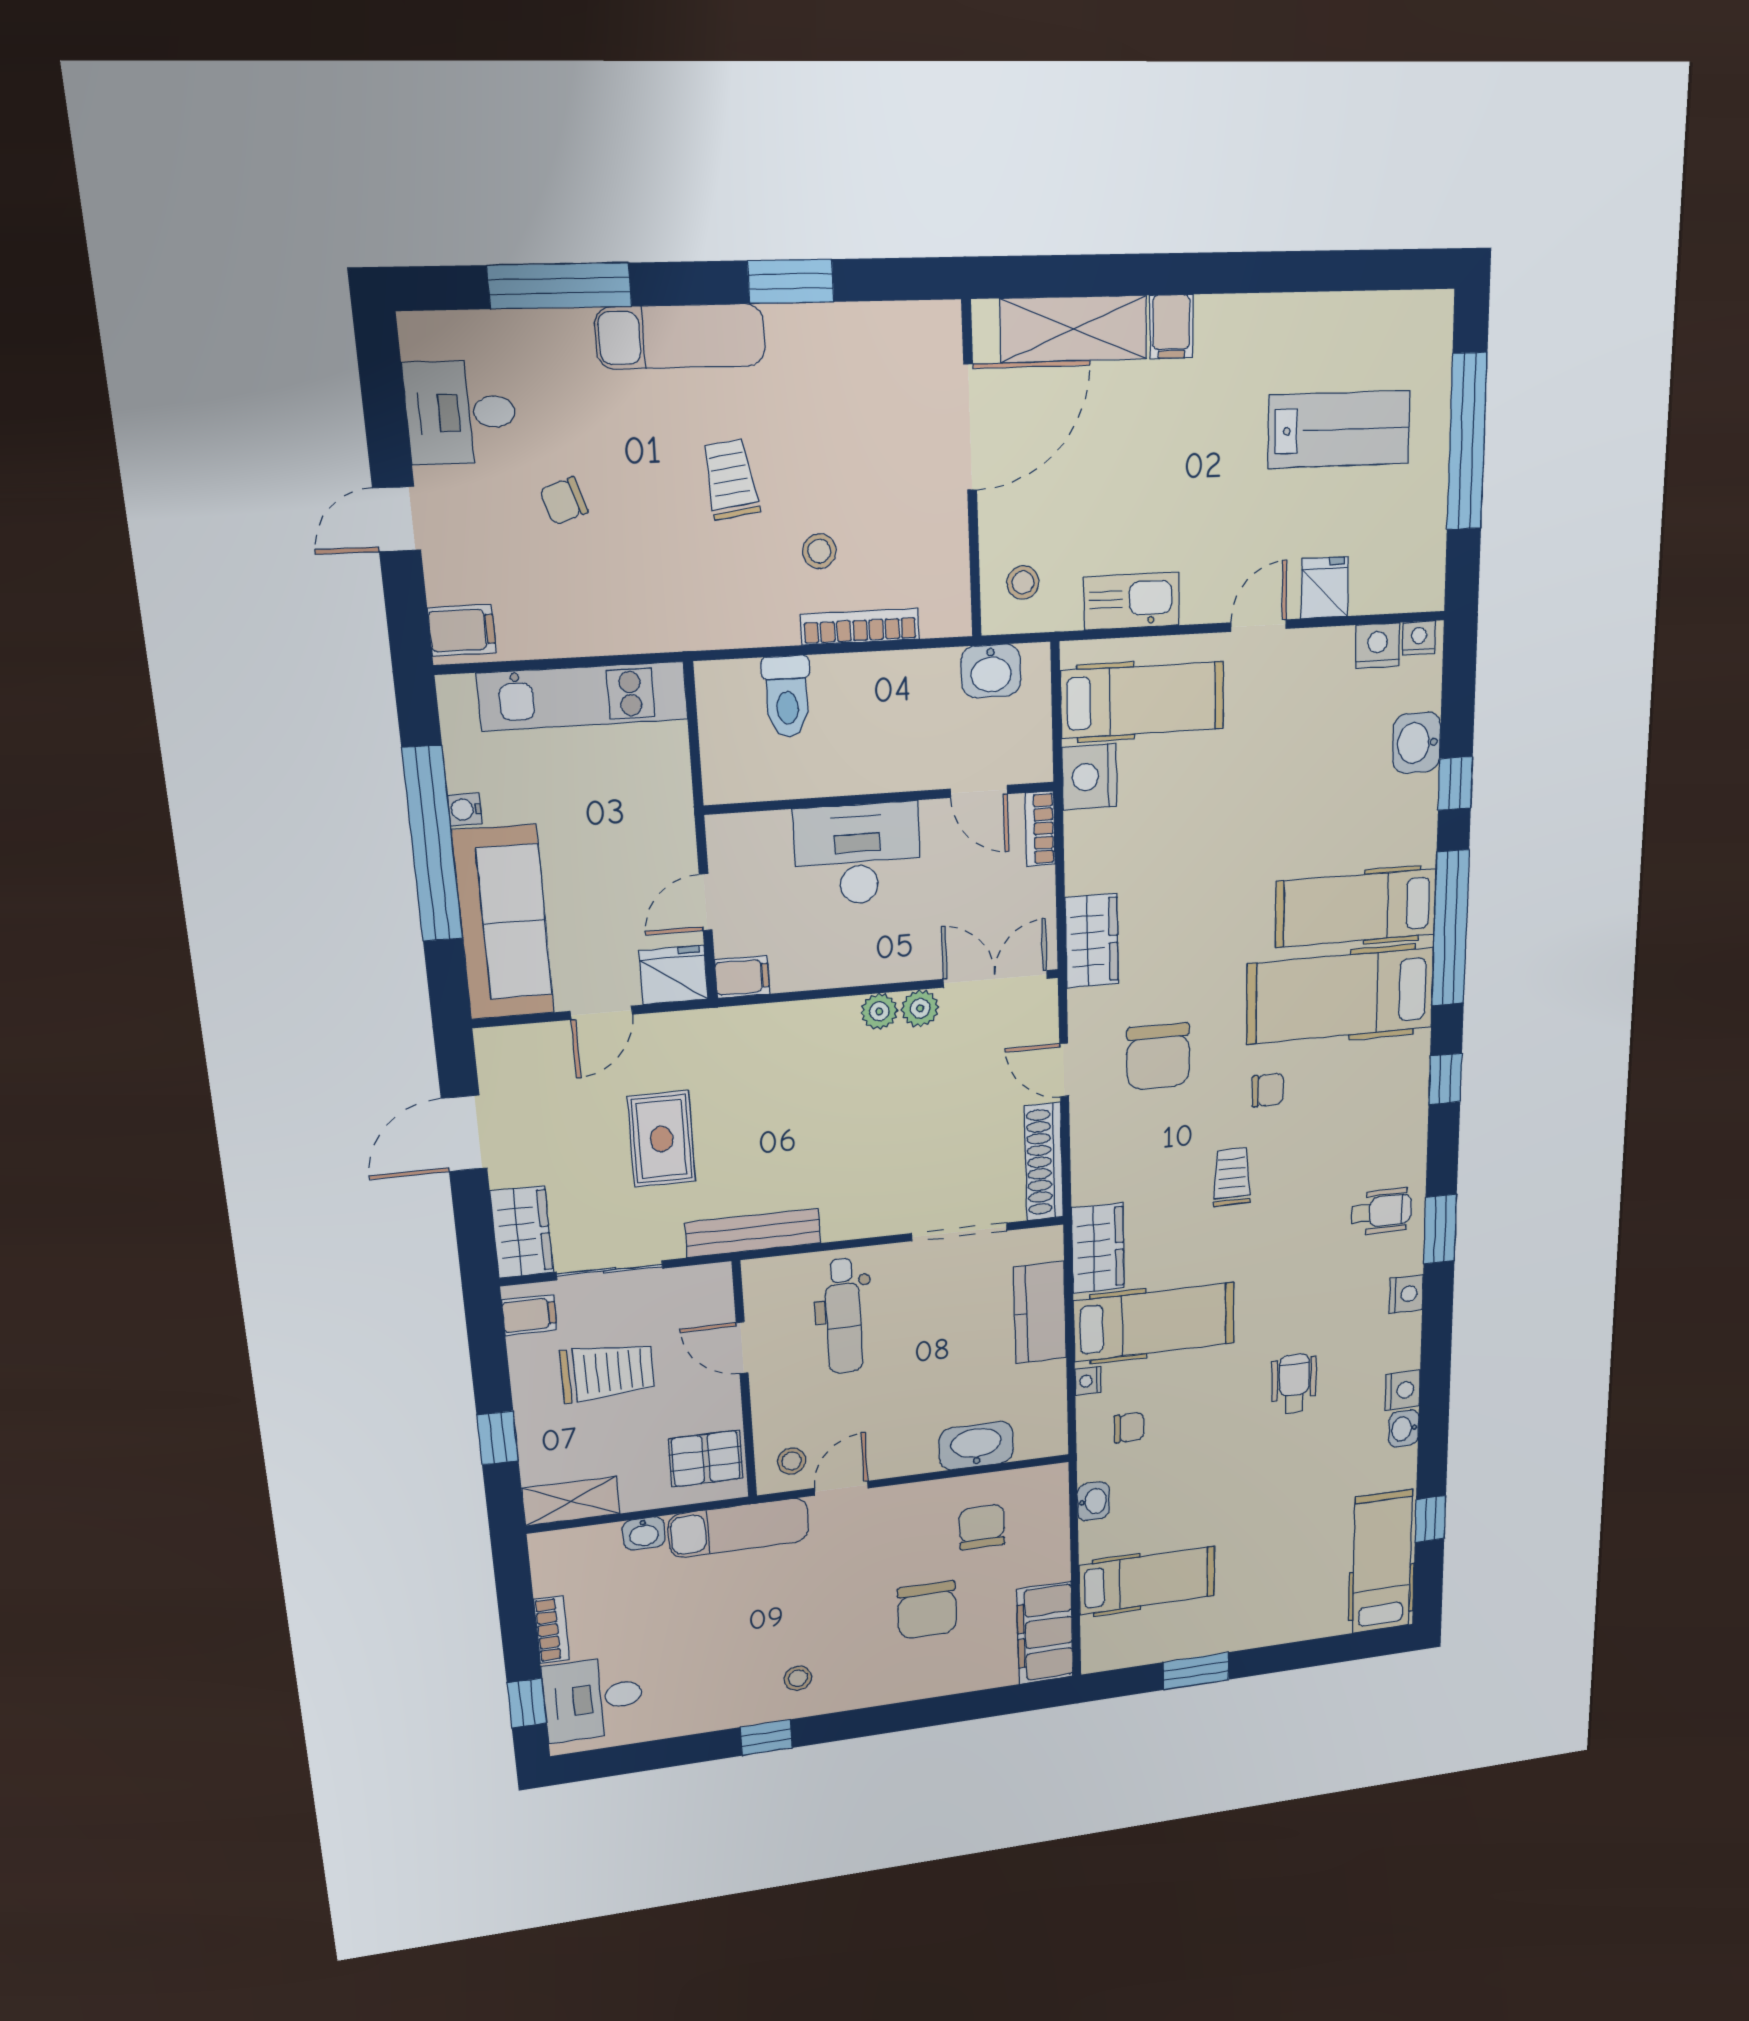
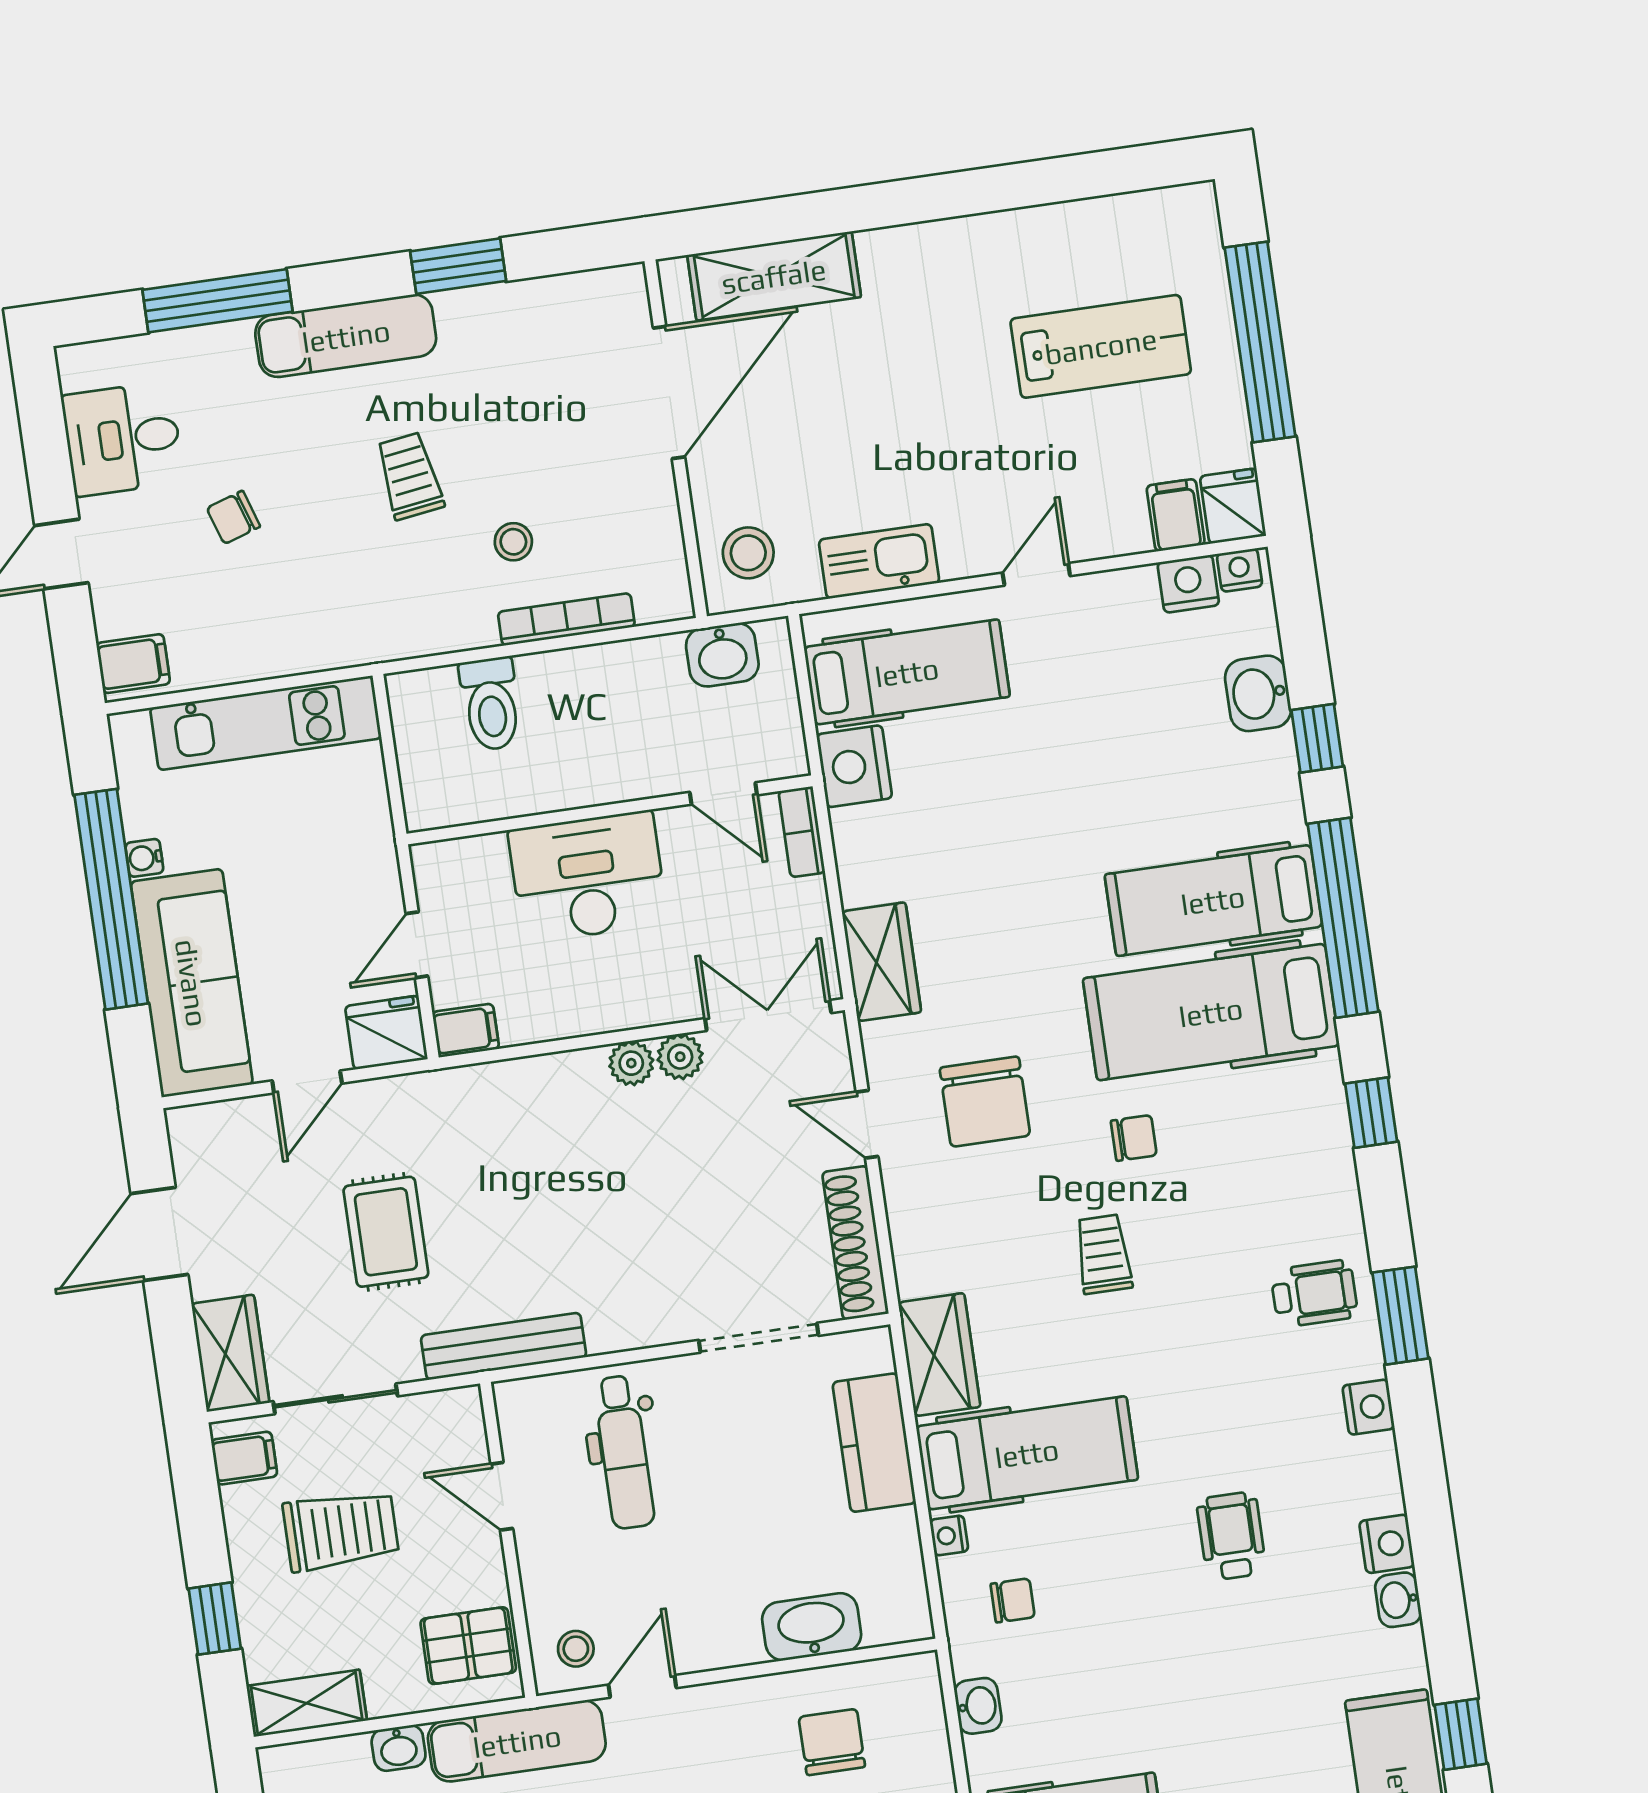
filing cabinet: (1171, 326) -> (1176, 515), moved, turned 180
stool: (1023, 582) -> (748, 553), width x1.37, depth x1.37
fridge: (1325, 588) -> (1233, 506), moved

